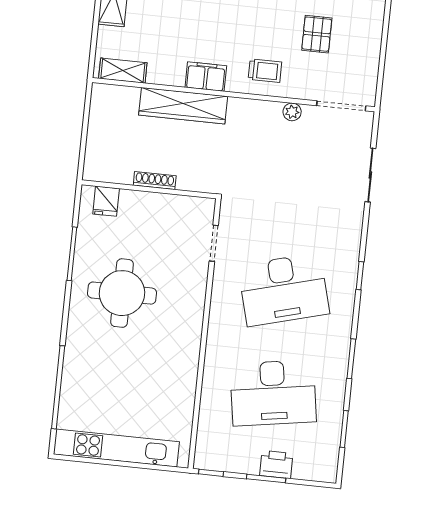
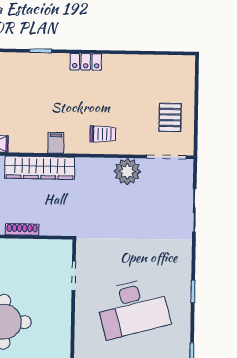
pallet: (317, 34) -> (170, 117), moved
filing cabinet: (206, 77) -> (56, 143), width x0.50
plant: (292, 112) -> (127, 171), width x1.88, depth x1.88

